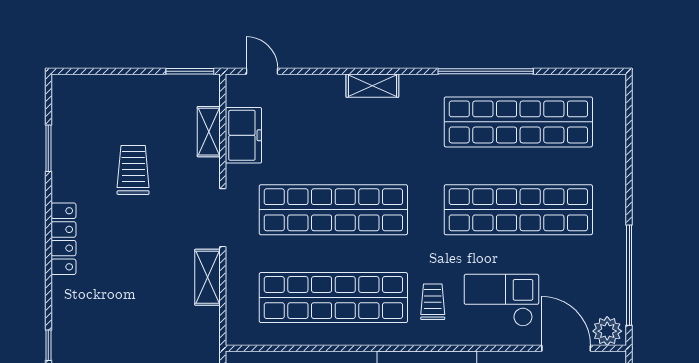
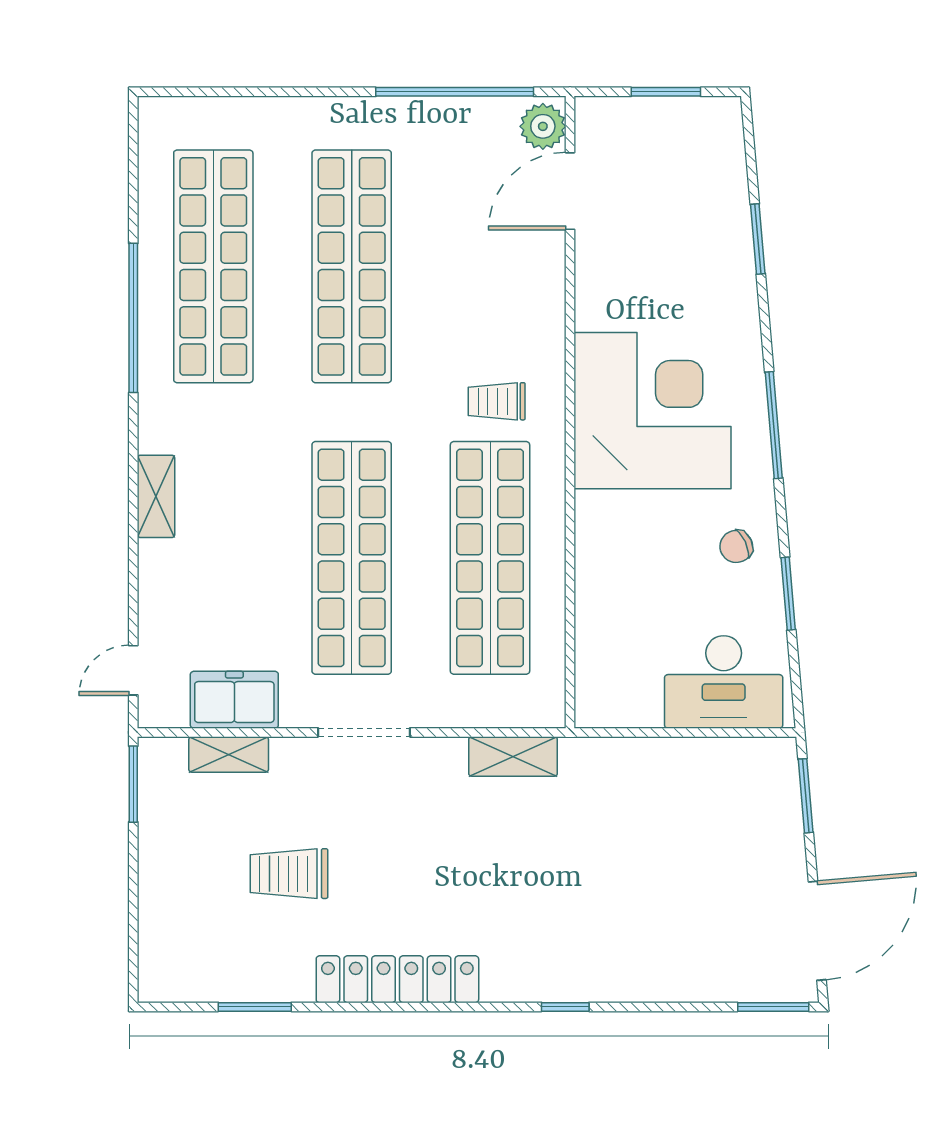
locker: (63, 239) -> (397, 979), width x1.41, depth x1.21
shelving: (207, 277) -> (513, 756), moved
checkout: (501, 300) -> (494, 293), removed

